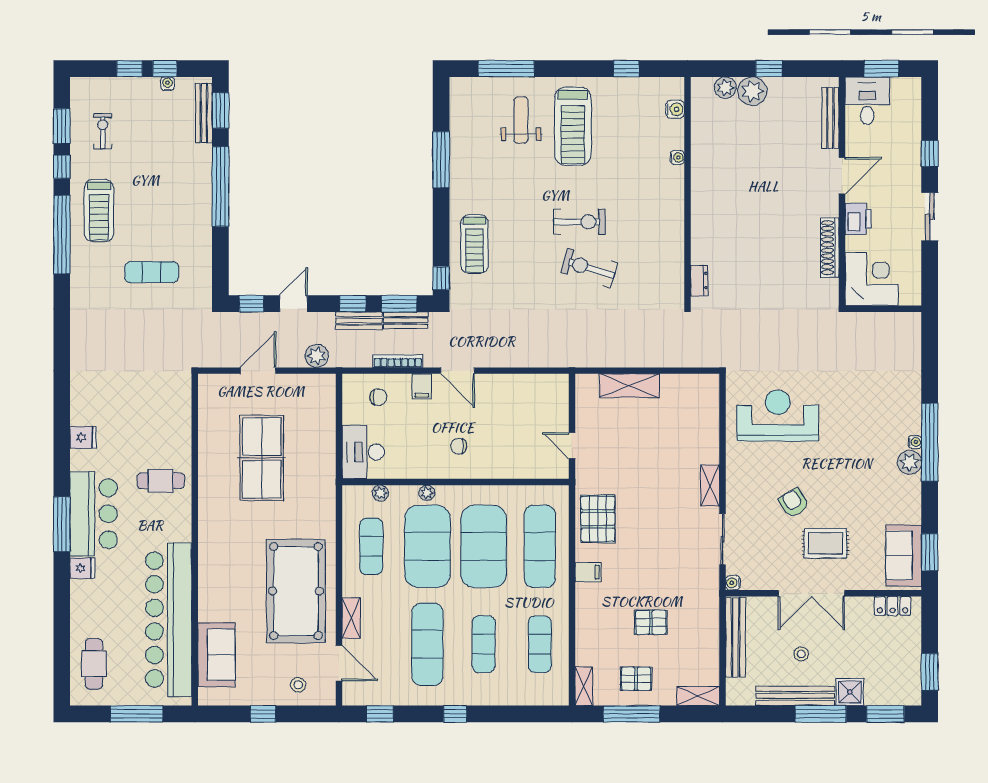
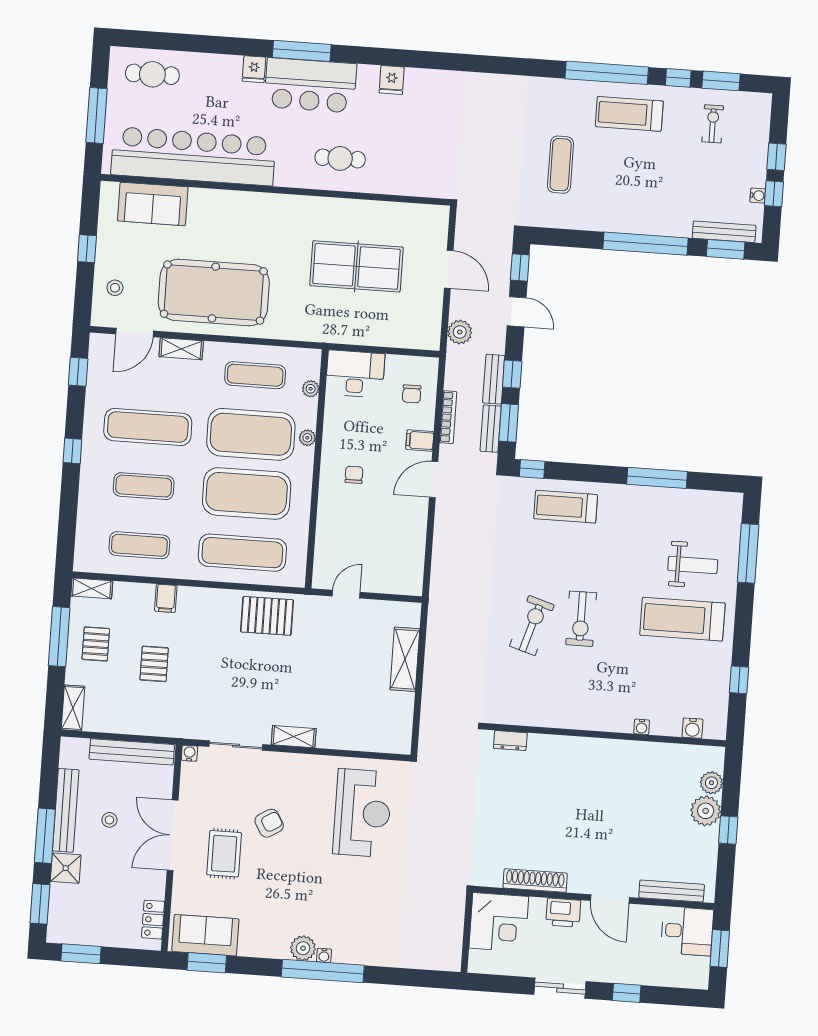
exercise bike: (103, 131) -> (713, 124), turned -90
cafe table: (161, 481) -> (340, 158), turned 90
filing cabinet: (588, 572) -> (166, 598), moved

